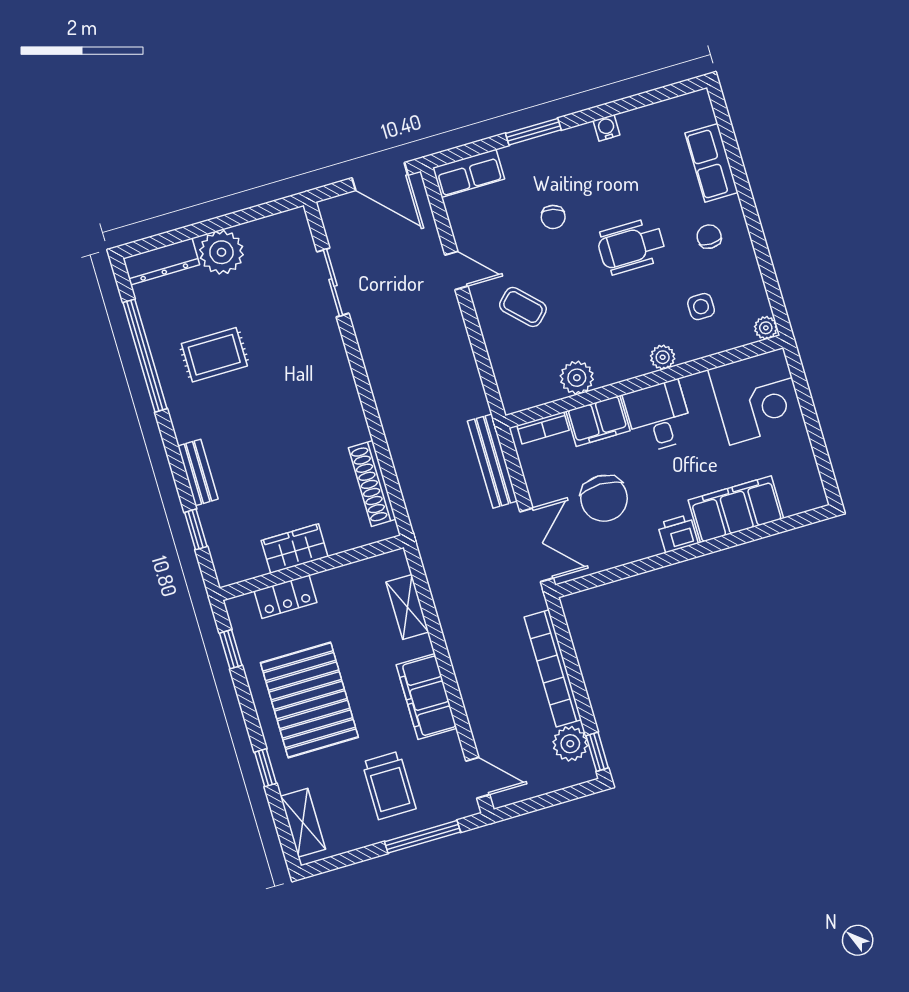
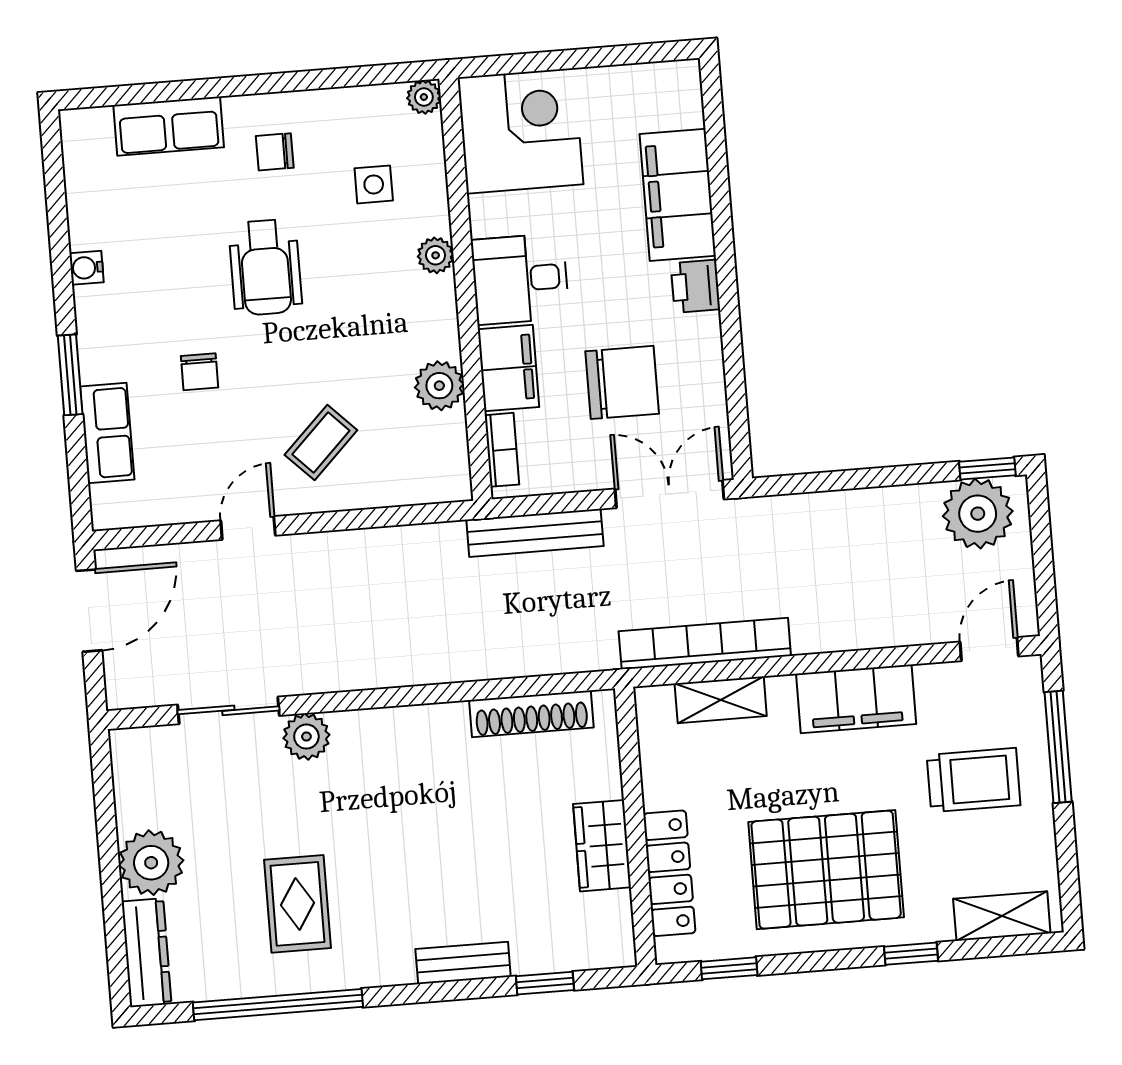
row of seats: (469, 173) -> (107, 433), moved
chair: (553, 217) -> (200, 372), turned 76
plant: (326, 338) -> (306, 737), added
locker: (286, 597) -> (669, 873), width x1.53
bookcase: (553, 668) -> (705, 644), moved, turned 180
plant: (570, 744) -> (978, 514), width x1.36, depth x1.36

